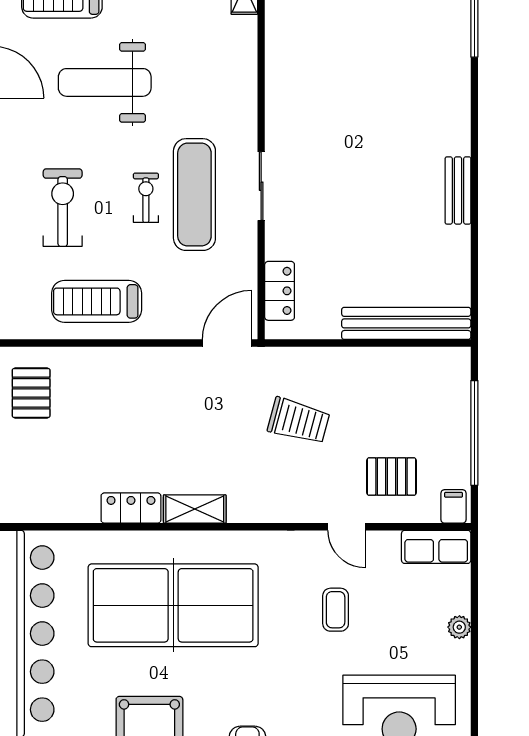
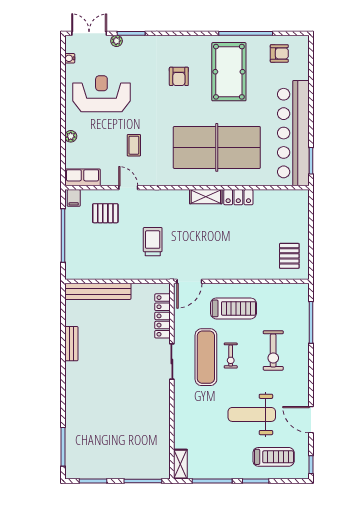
weight bench: (105, 82) -> (252, 414), turned 180
bench: (458, 190) -> (71, 344), moved
locker: (280, 291) -> (162, 316), width x1.53
treadmill: (97, 301) -> (233, 308), moved
trolley: (299, 421) -> (153, 242), turned 75

